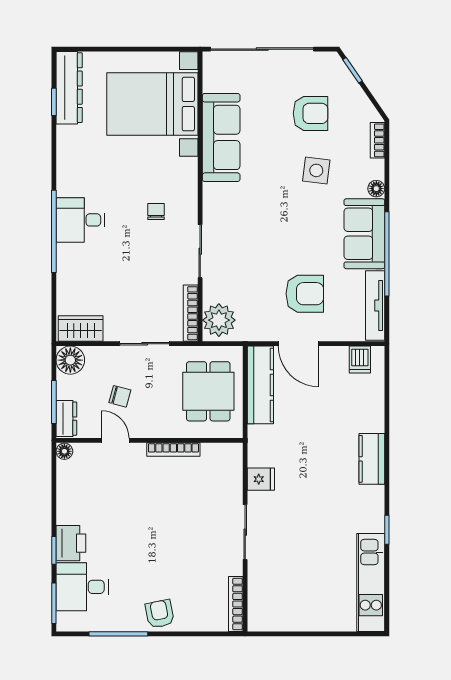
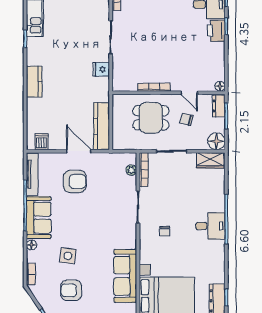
armchair: (305, 294) -> (75, 181), turned 180
plant: (219, 320) -> (131, 170), width x0.53, depth x0.53
dining table: (208, 391) -> (151, 118), moved, turned 90

